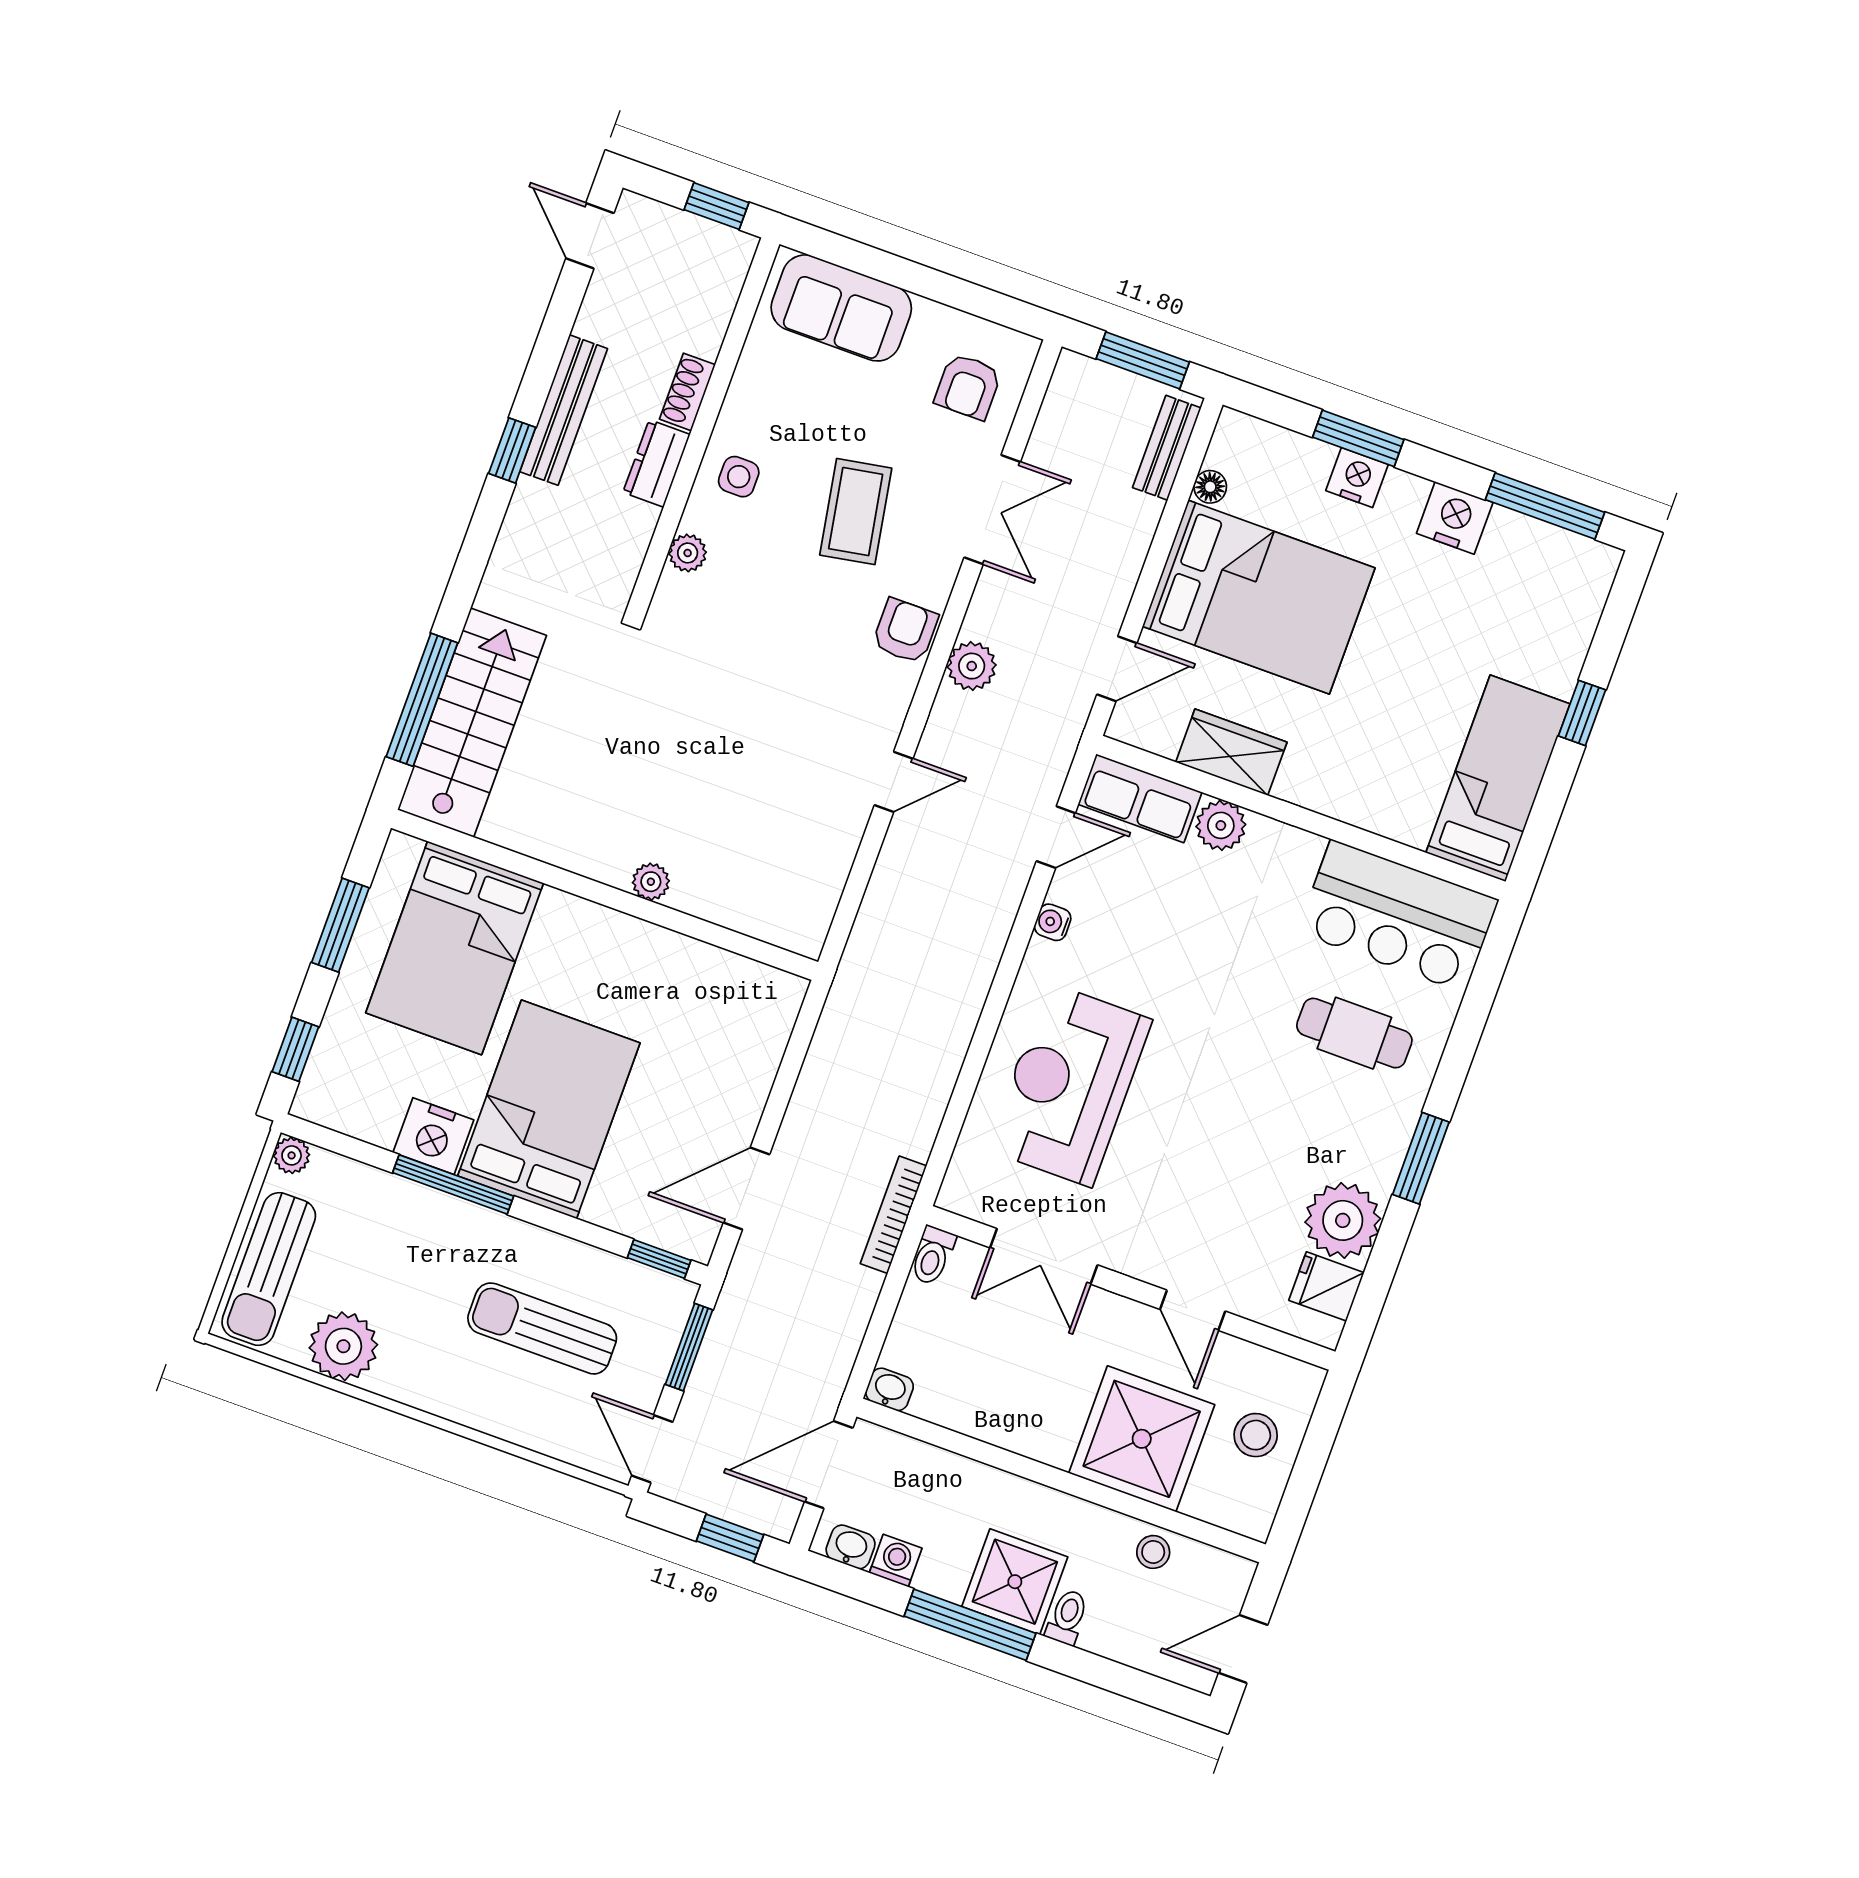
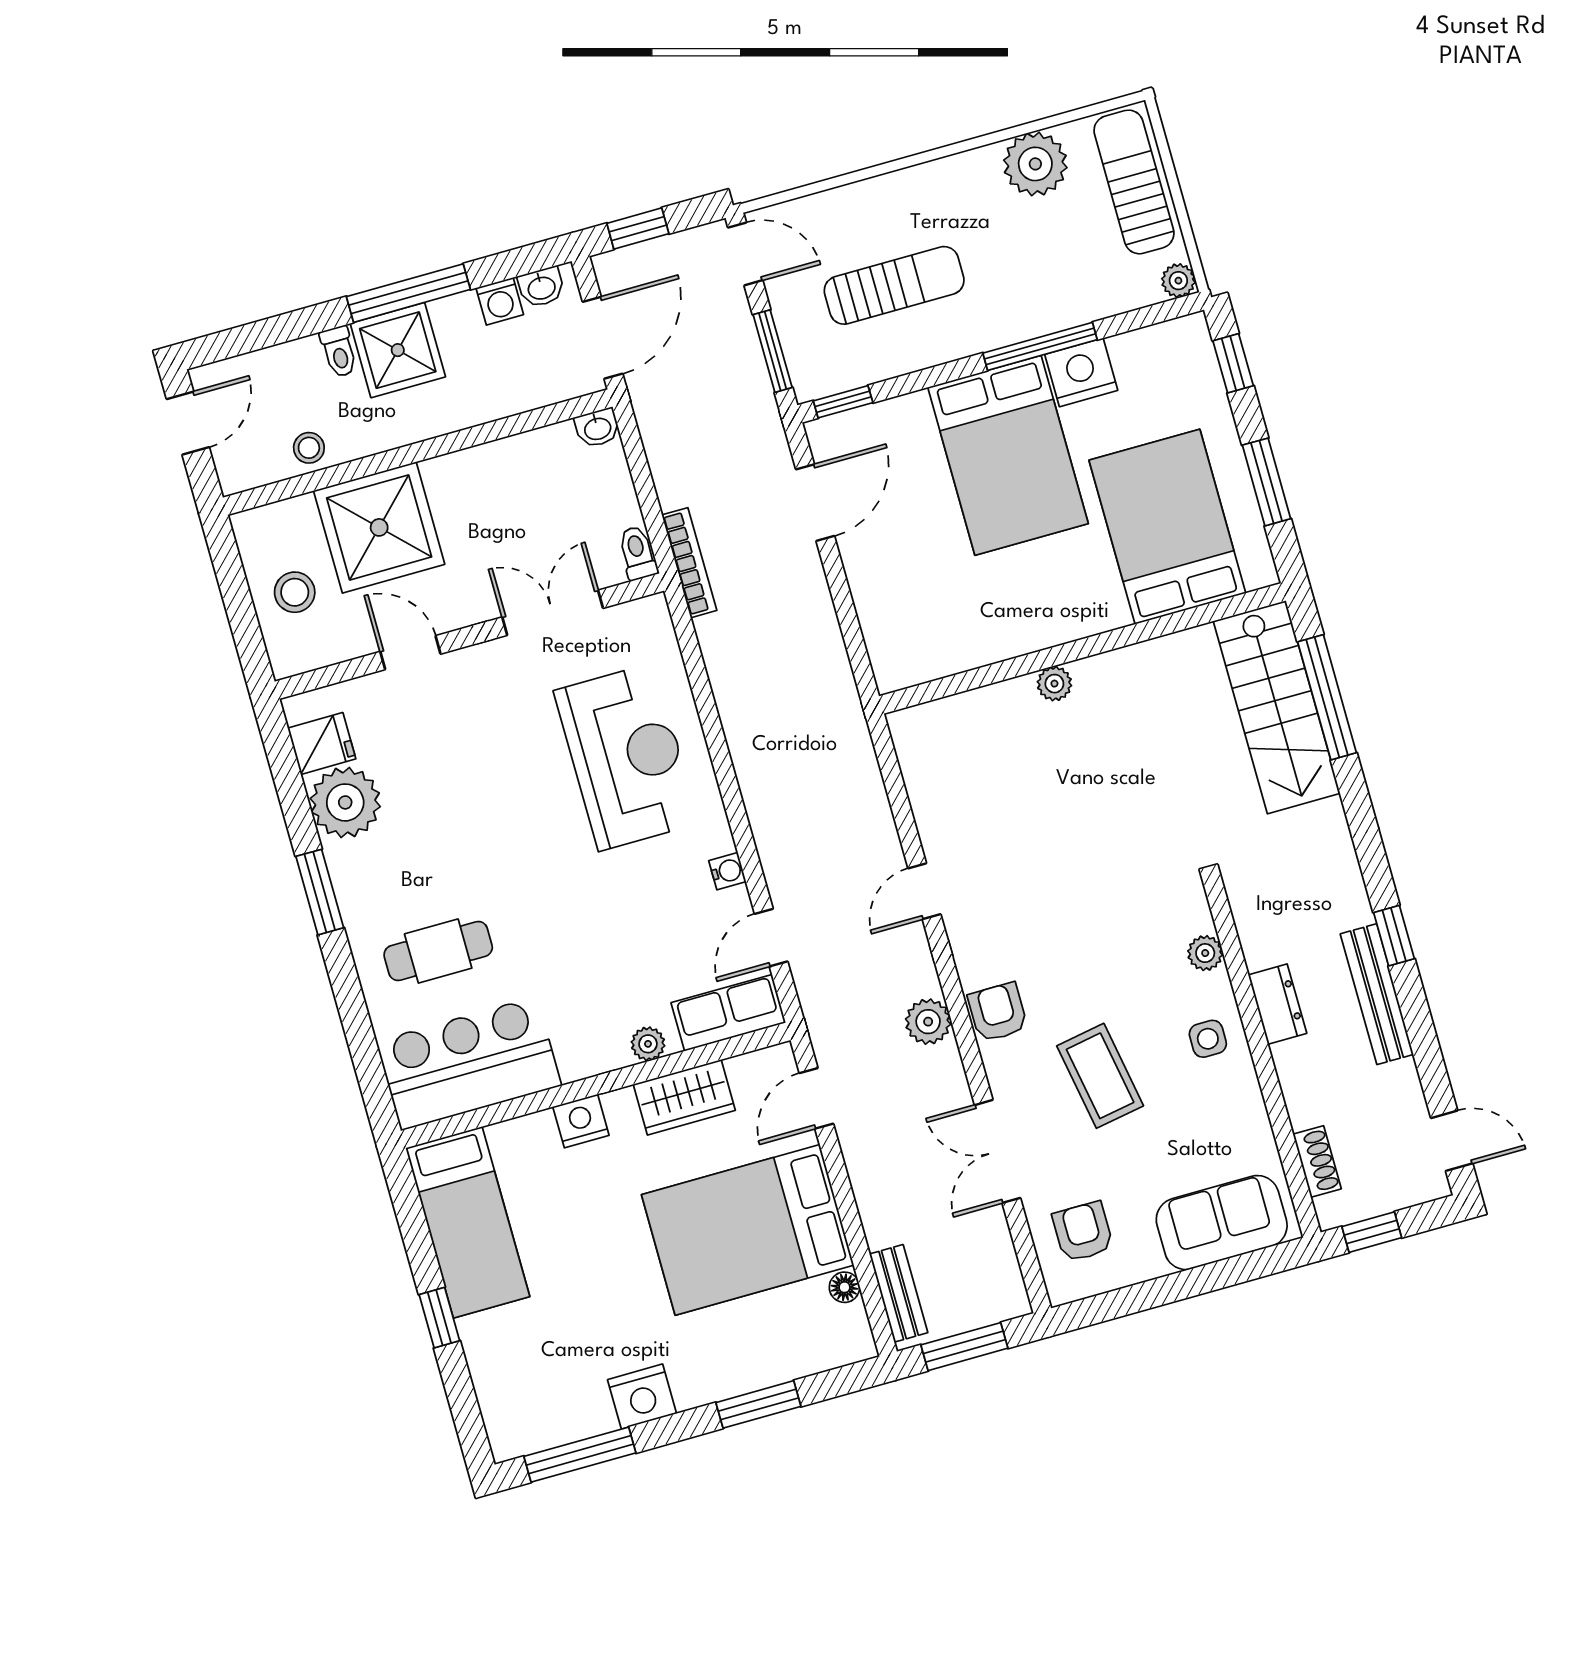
shoe rack: (687, 392) -> (1317, 1161), moved
nightstand: (1357, 478) -> (581, 1121), moved, turned 180
armchair: (905, 631) -> (998, 1012), turned 180
plant: (1221, 825) -> (648, 1044), width x0.73, depth x0.73

